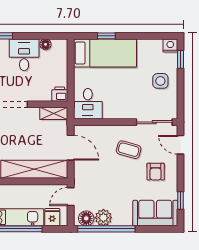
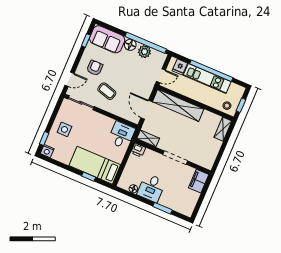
door: (180, 145) -> (69, 79), hinge flipped
floor lamp: (86, 218) -> (130, 45), moved

